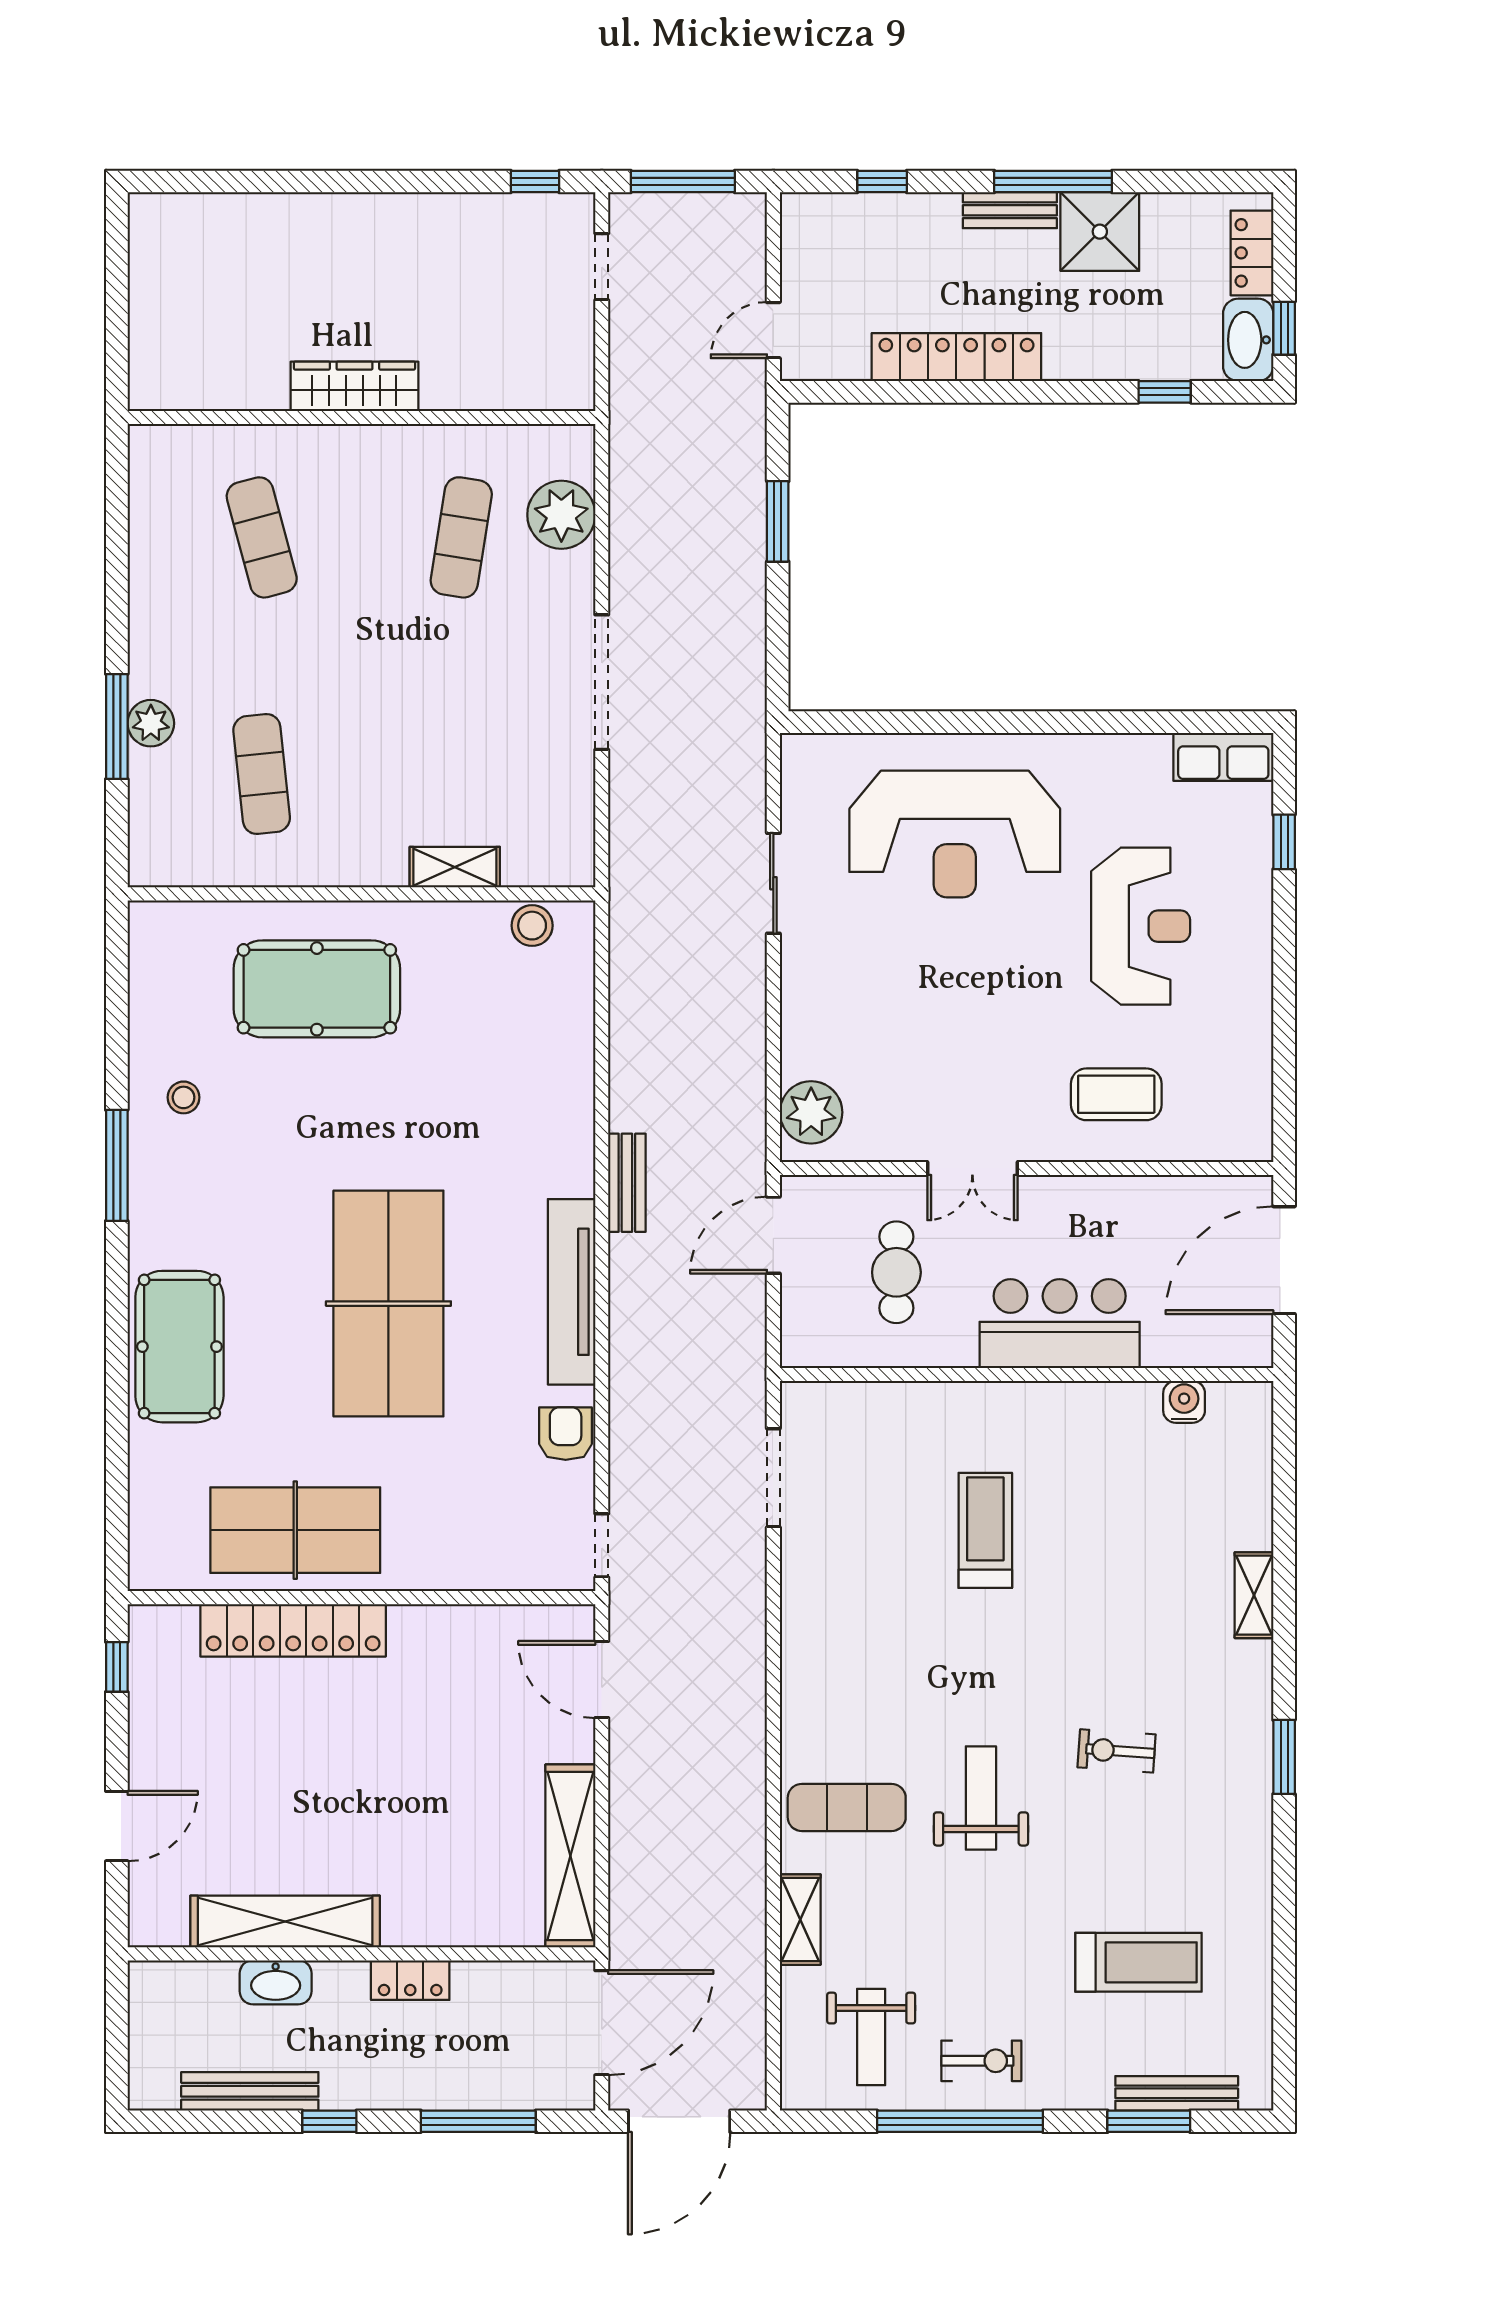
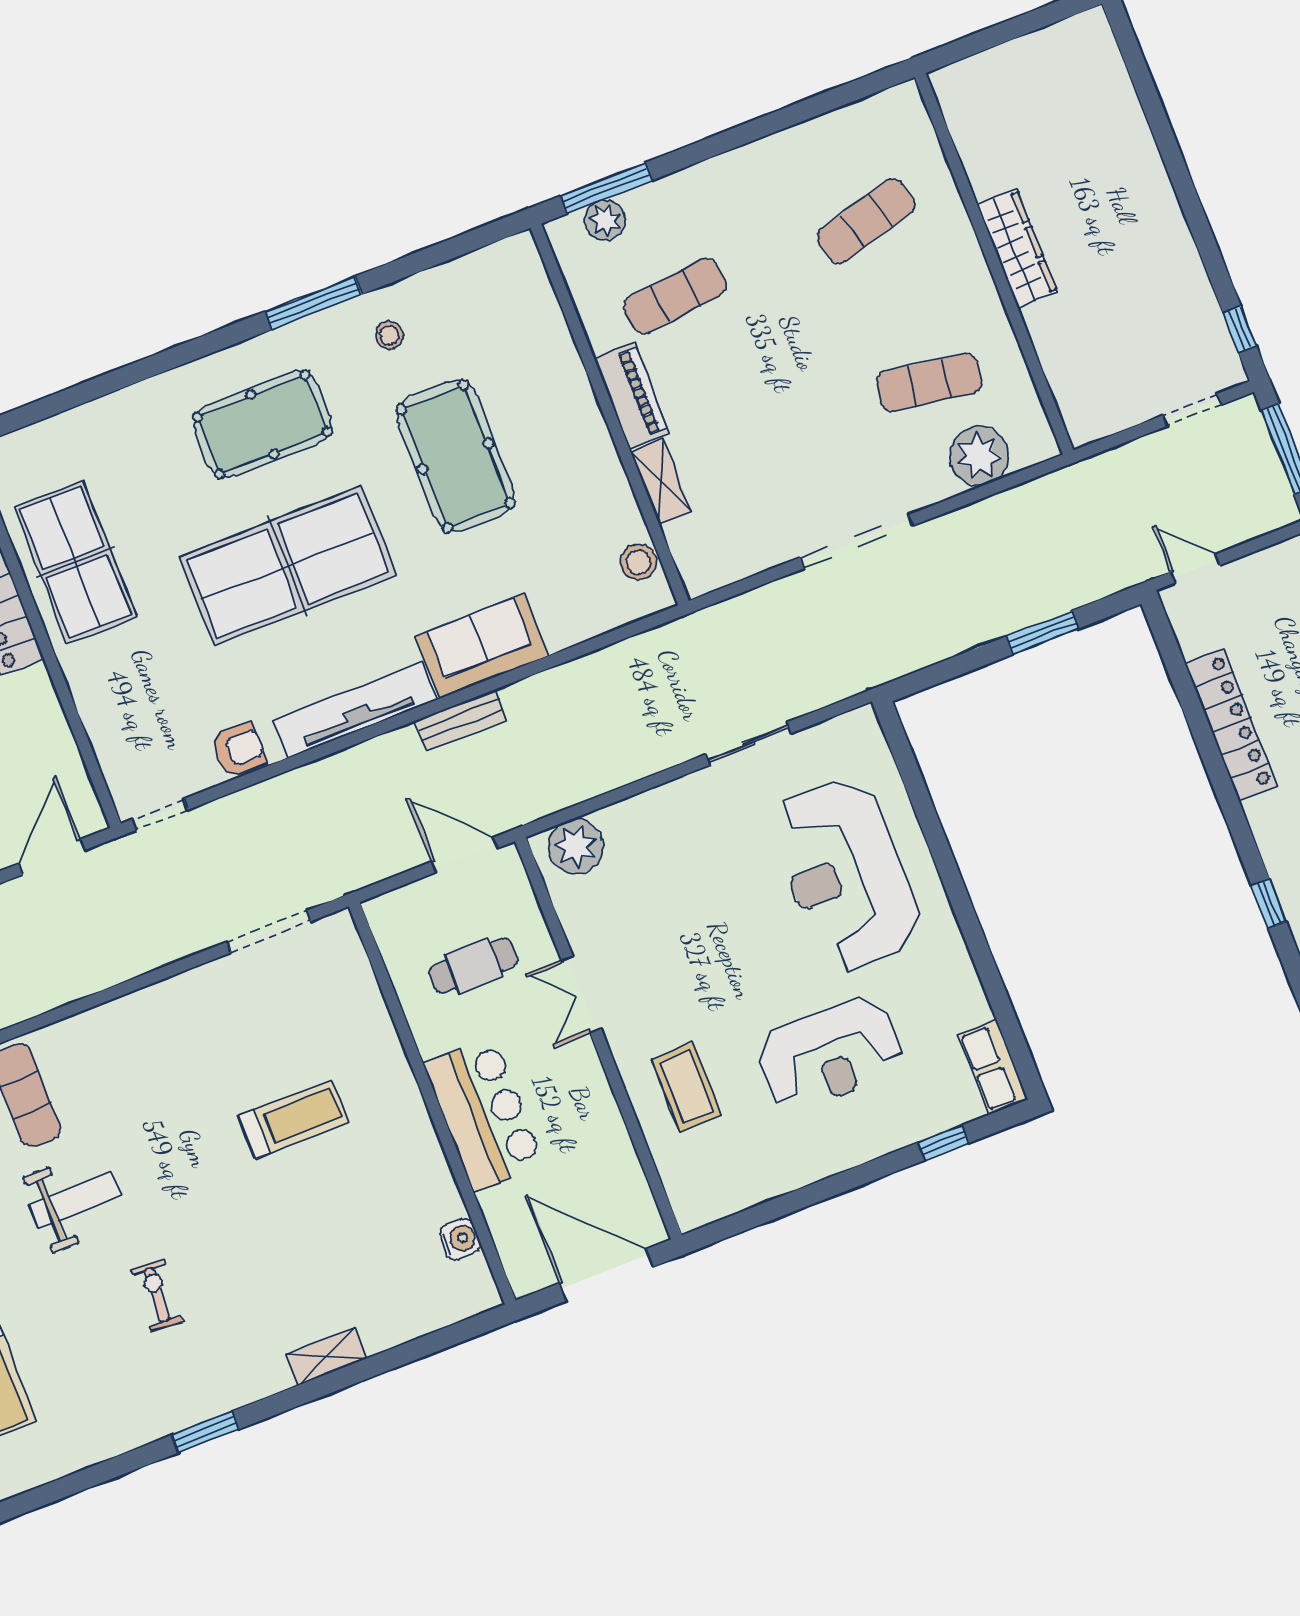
plant: (151, 723) -> (605, 220), moved
window: (117, 727) -> (606, 188), moved
piano: (350, 863) -> (632, 396), added
pool table: (317, 989) -> (455, 456), moved
sofa: (556, 1128) -> (482, 646), added
pool table: (179, 1347) -> (262, 424), moved

